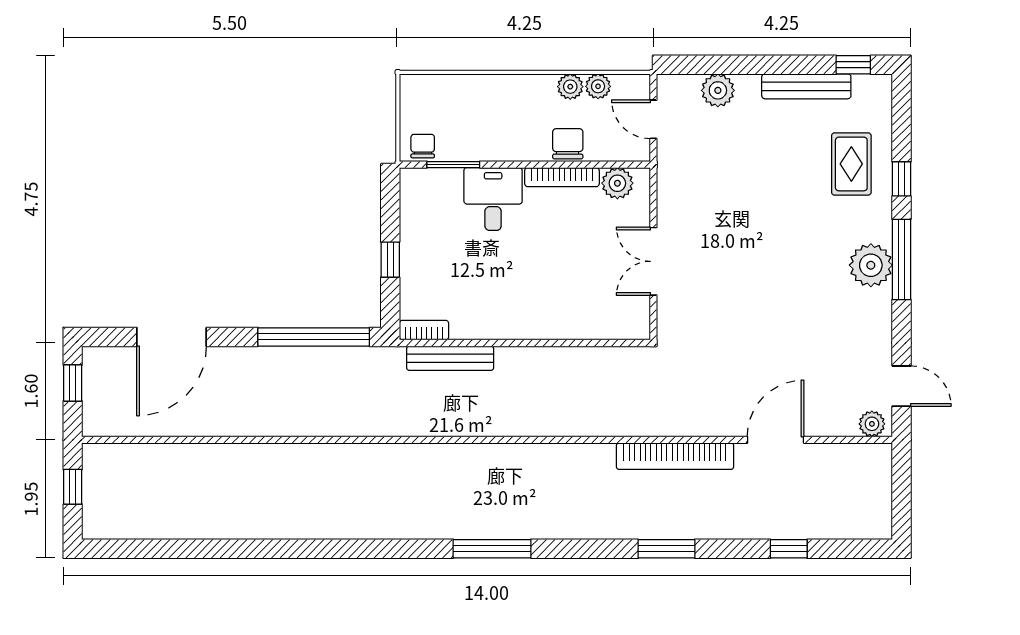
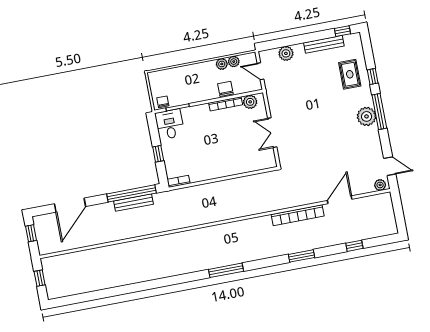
desk: (493, 199) -> (170, 124), moved
bench: (450, 358) -> (133, 203), moved

